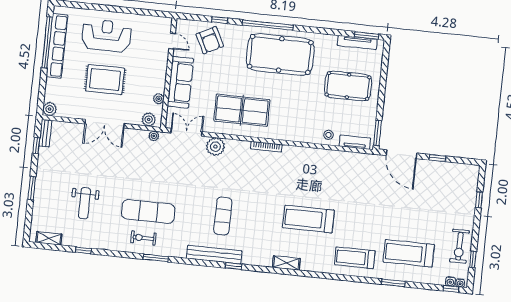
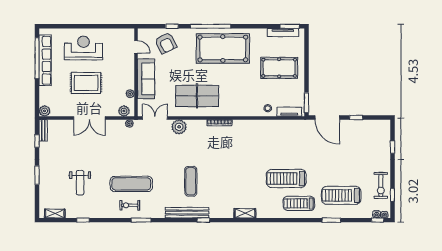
treadmill: (309, 219) -> (286, 178), moved

